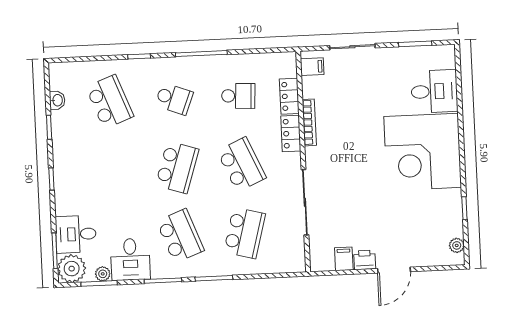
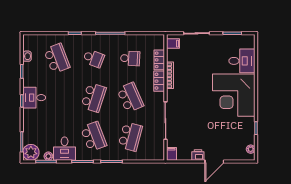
desk: (76, 234) -> (34, 98), moved
filing cabinet: (344, 259) -> (171, 154), moved

